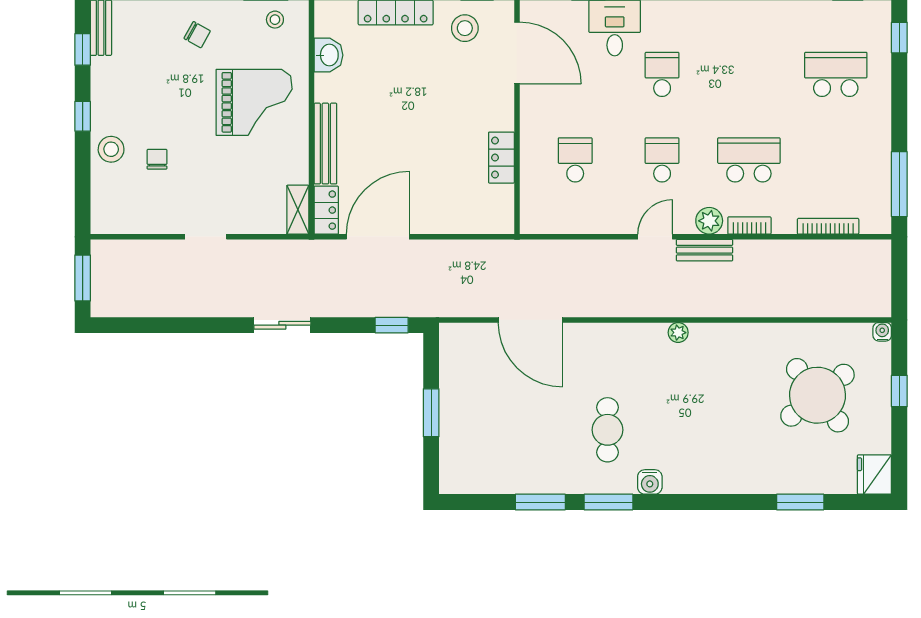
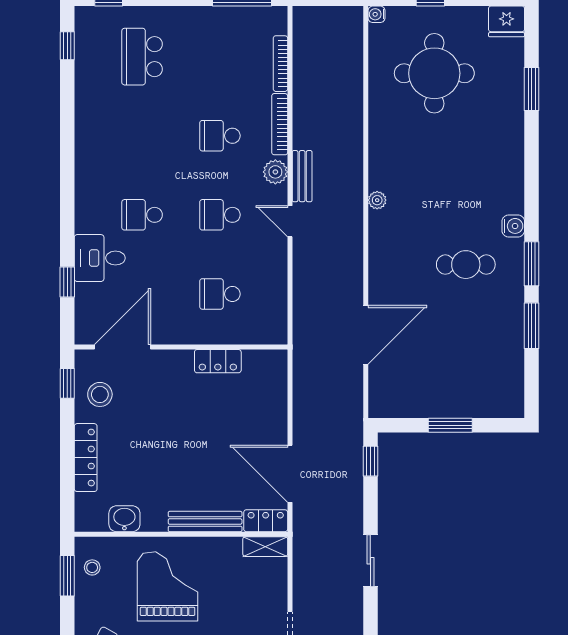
school desk: (749, 160) -> (220, 136), width x0.54
bookcase: (749, 226) -> (280, 124), width x1.56
round table: (817, 395) -> (434, 73), turned 38

